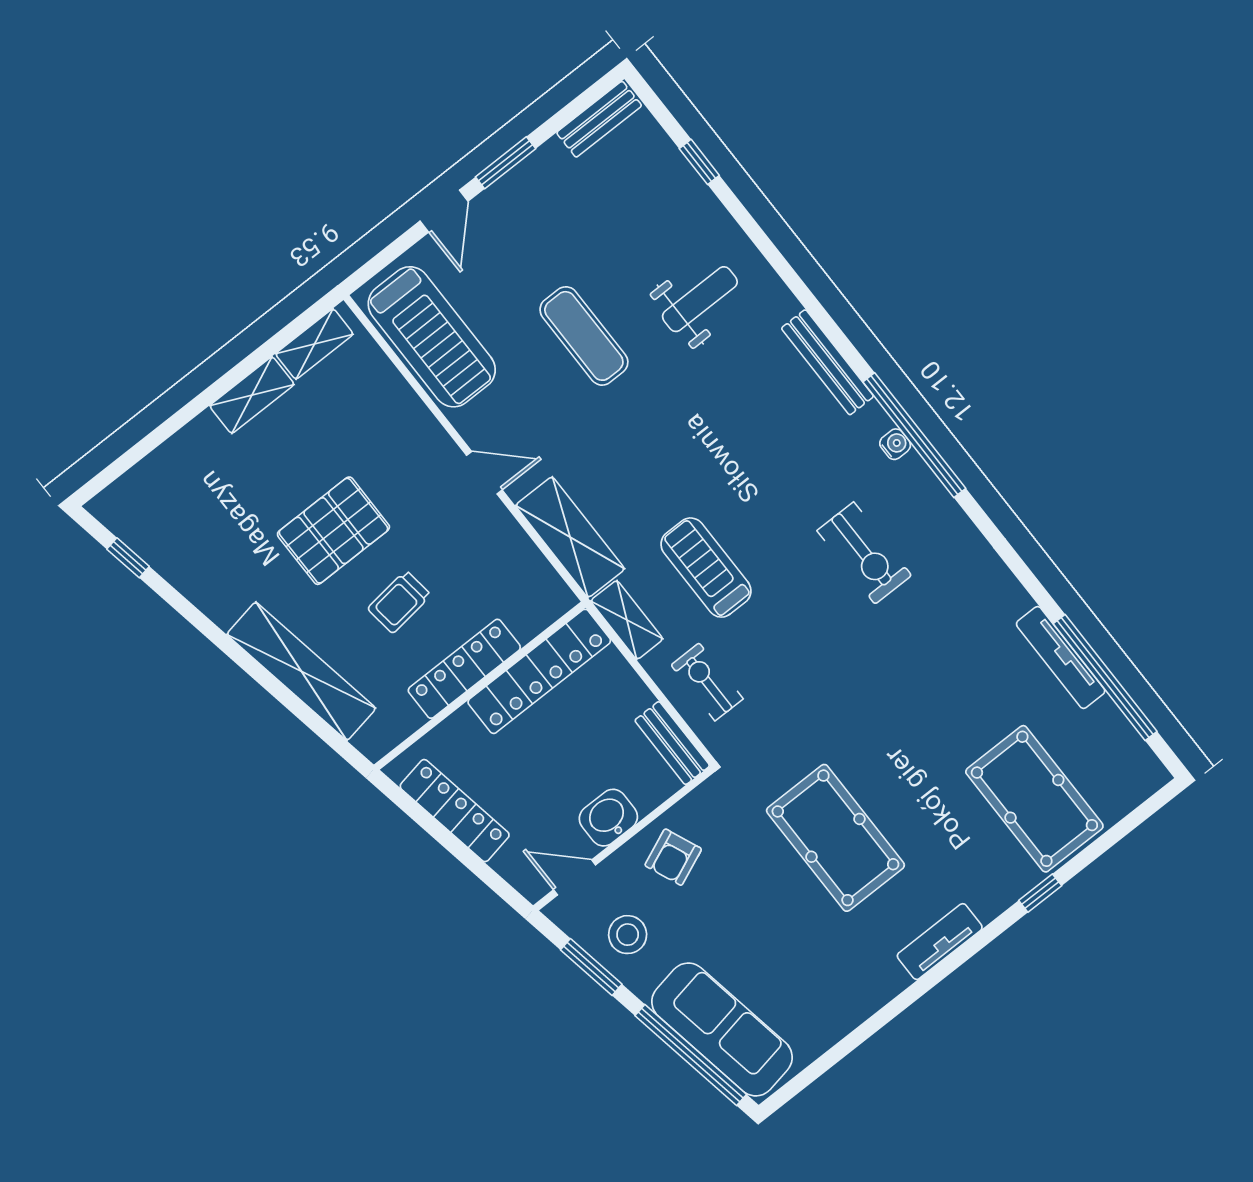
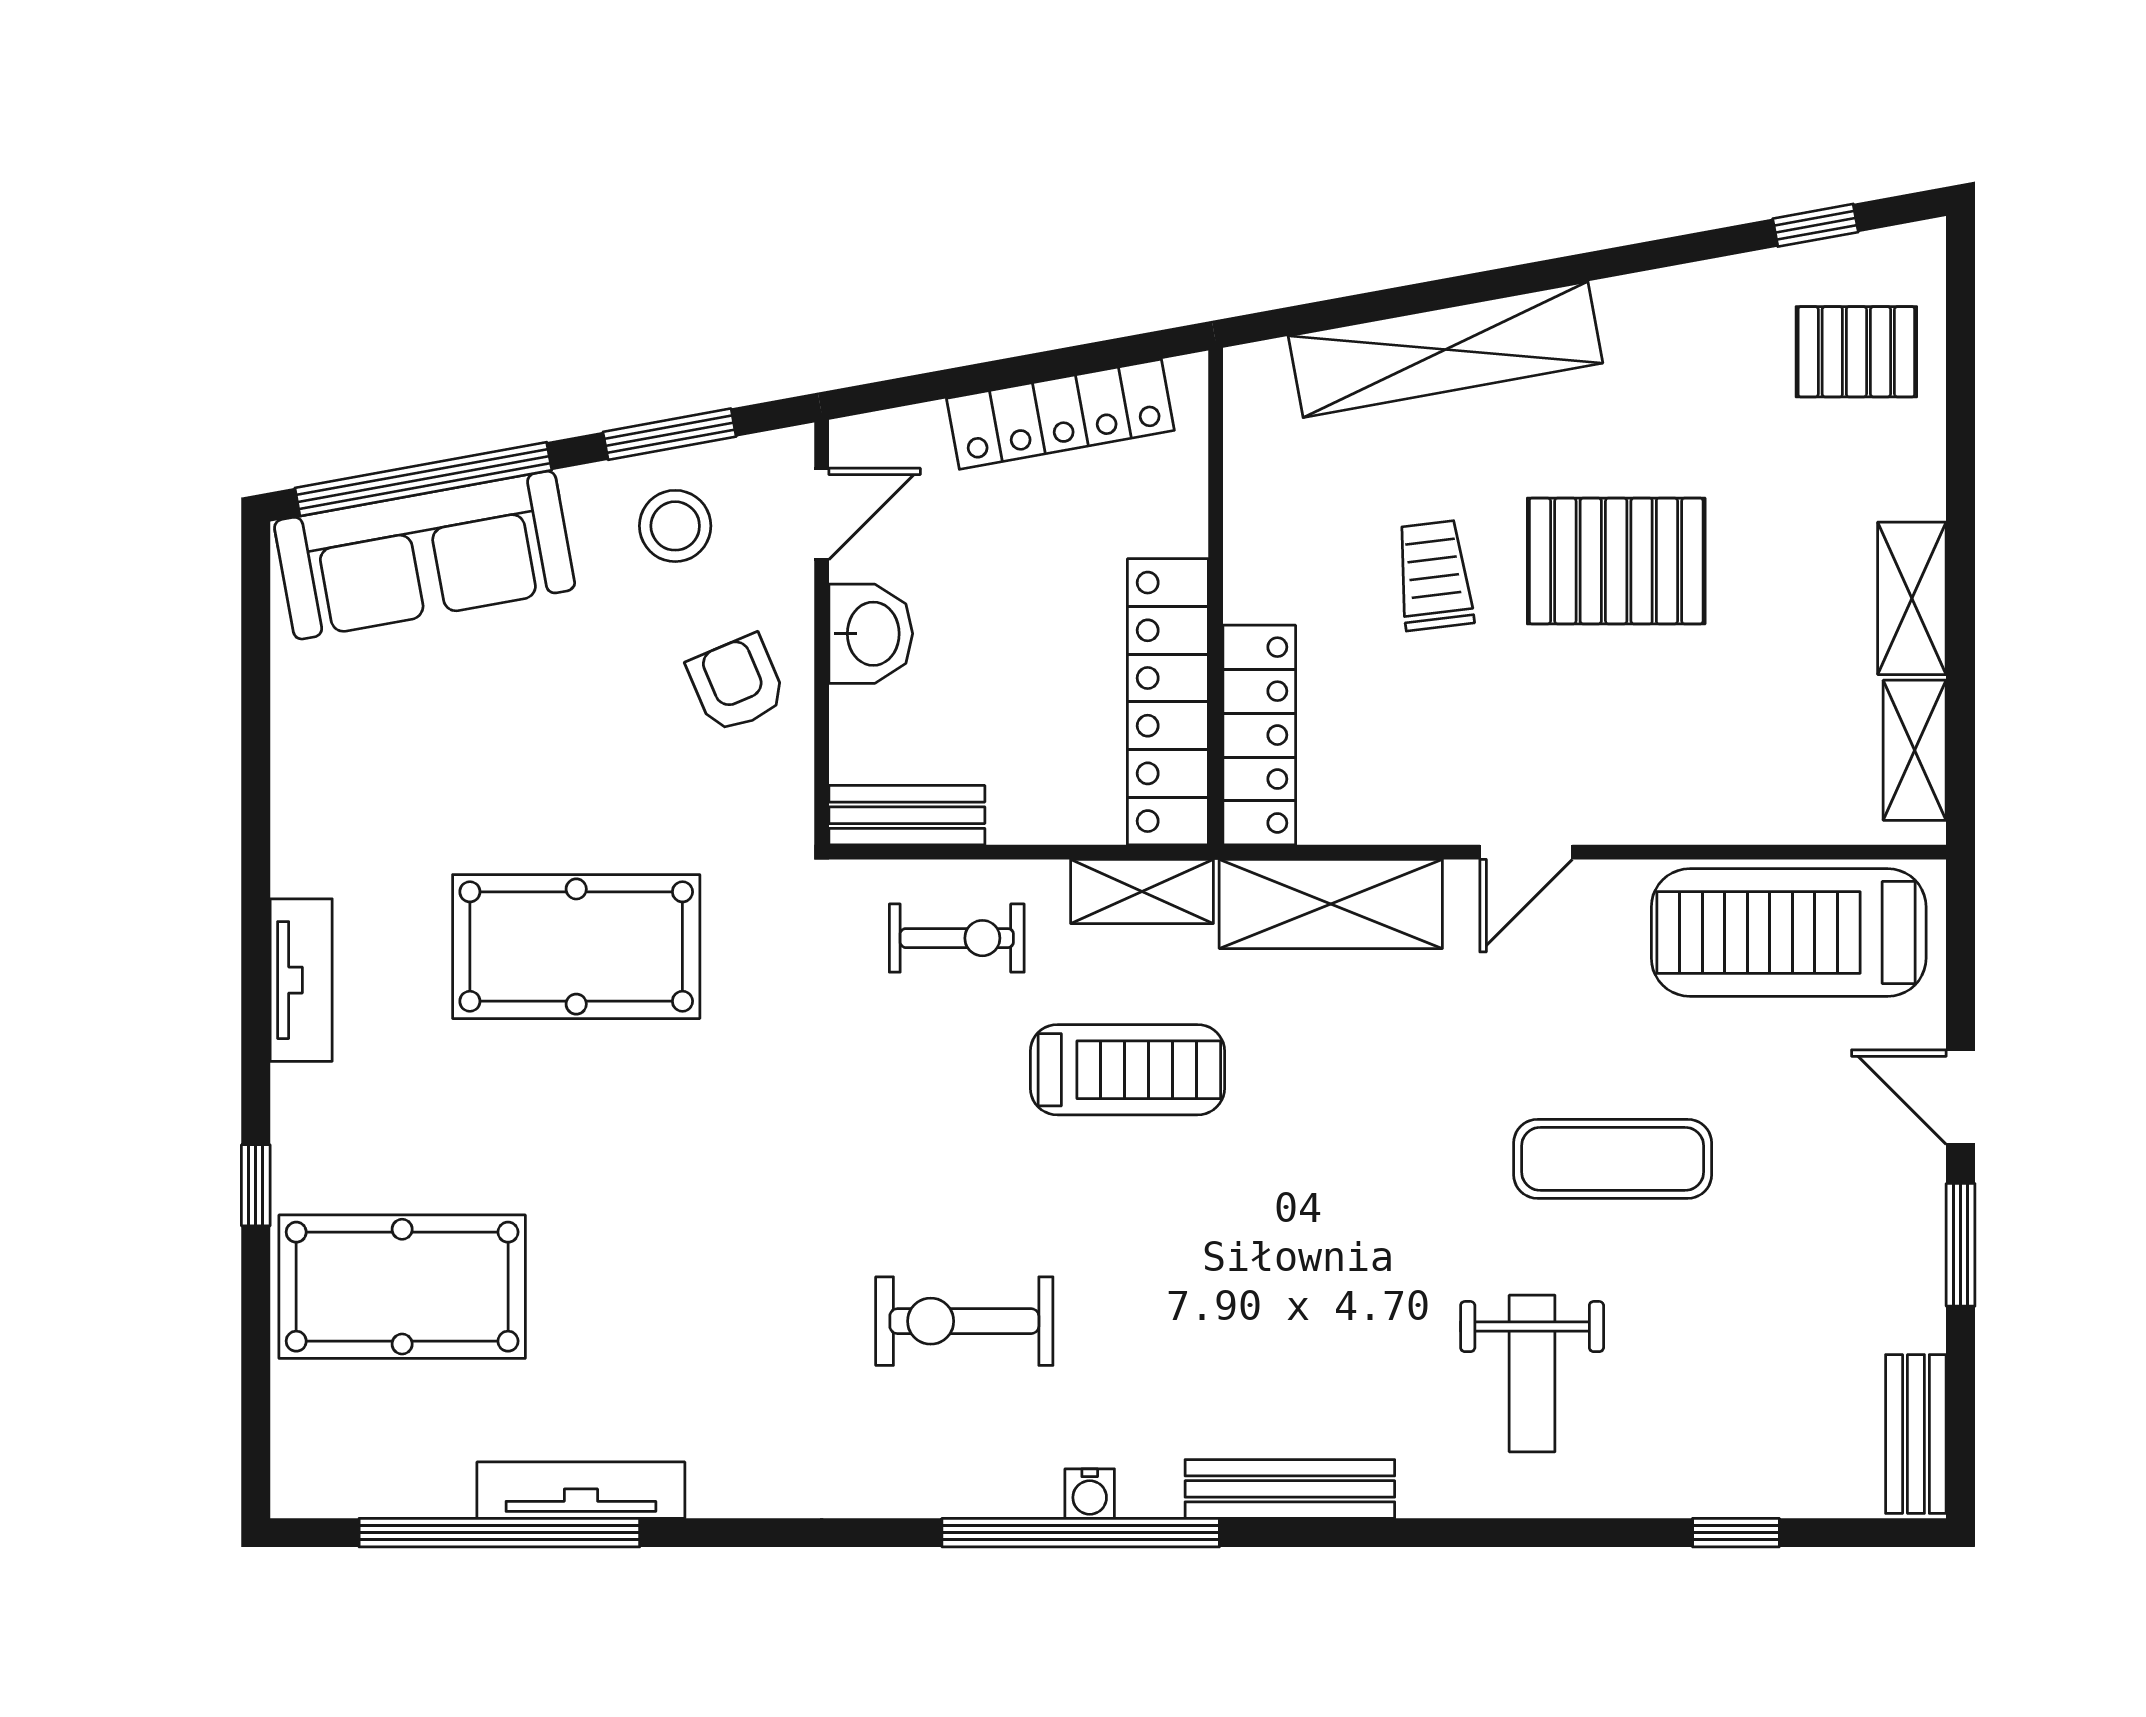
pallet: (167, 499) -> (1856, 352), added
pallet: (333, 531) -> (1616, 561), turned 90
locker: (464, 669) -> (1259, 735), moved

